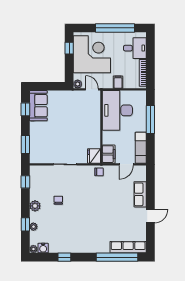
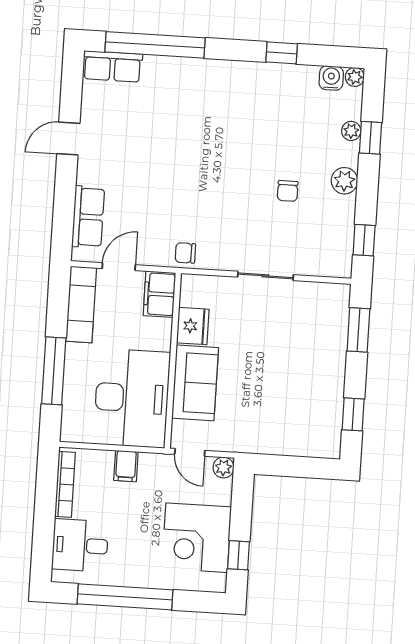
corner desk: (92, 54) -> (197, 538), width x0.74, depth x0.74
sofa: (38, 106) -> (195, 383), moved, turned 180
fridge: (94, 156) -> (193, 326), moved
row of seats: (140, 194) -> (88, 217), moved
row of seats: (128, 247) -> (112, 66), width x0.68

